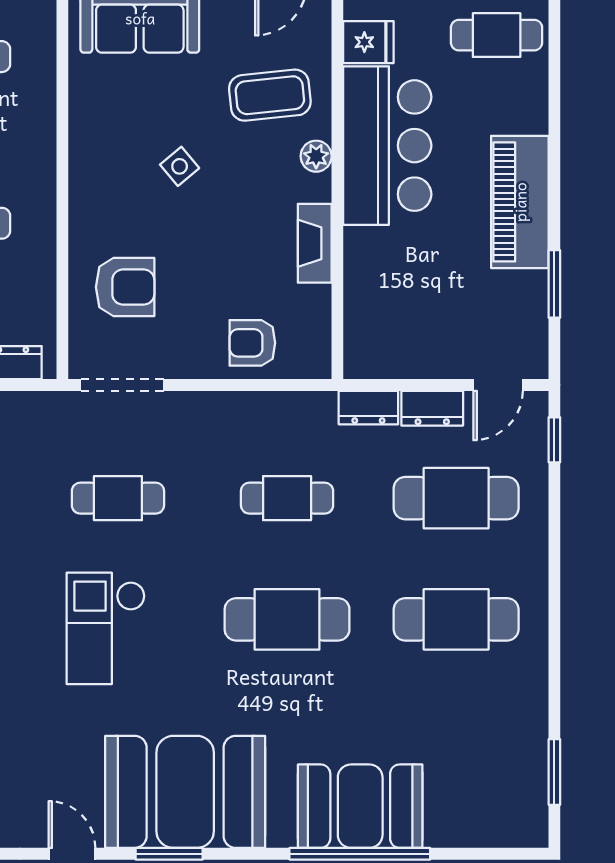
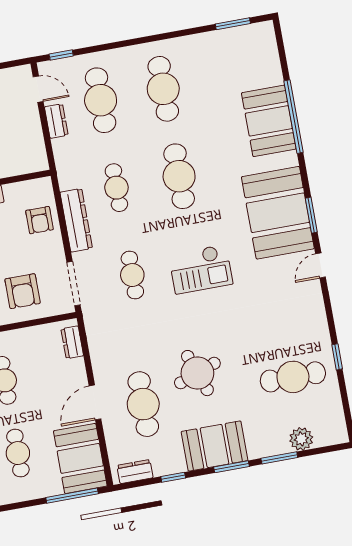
armchair: (125, 287) -> (23, 291), turned 180
dresser: (368, 408) -> (76, 220), moved, width x1.96, depth x1.24

